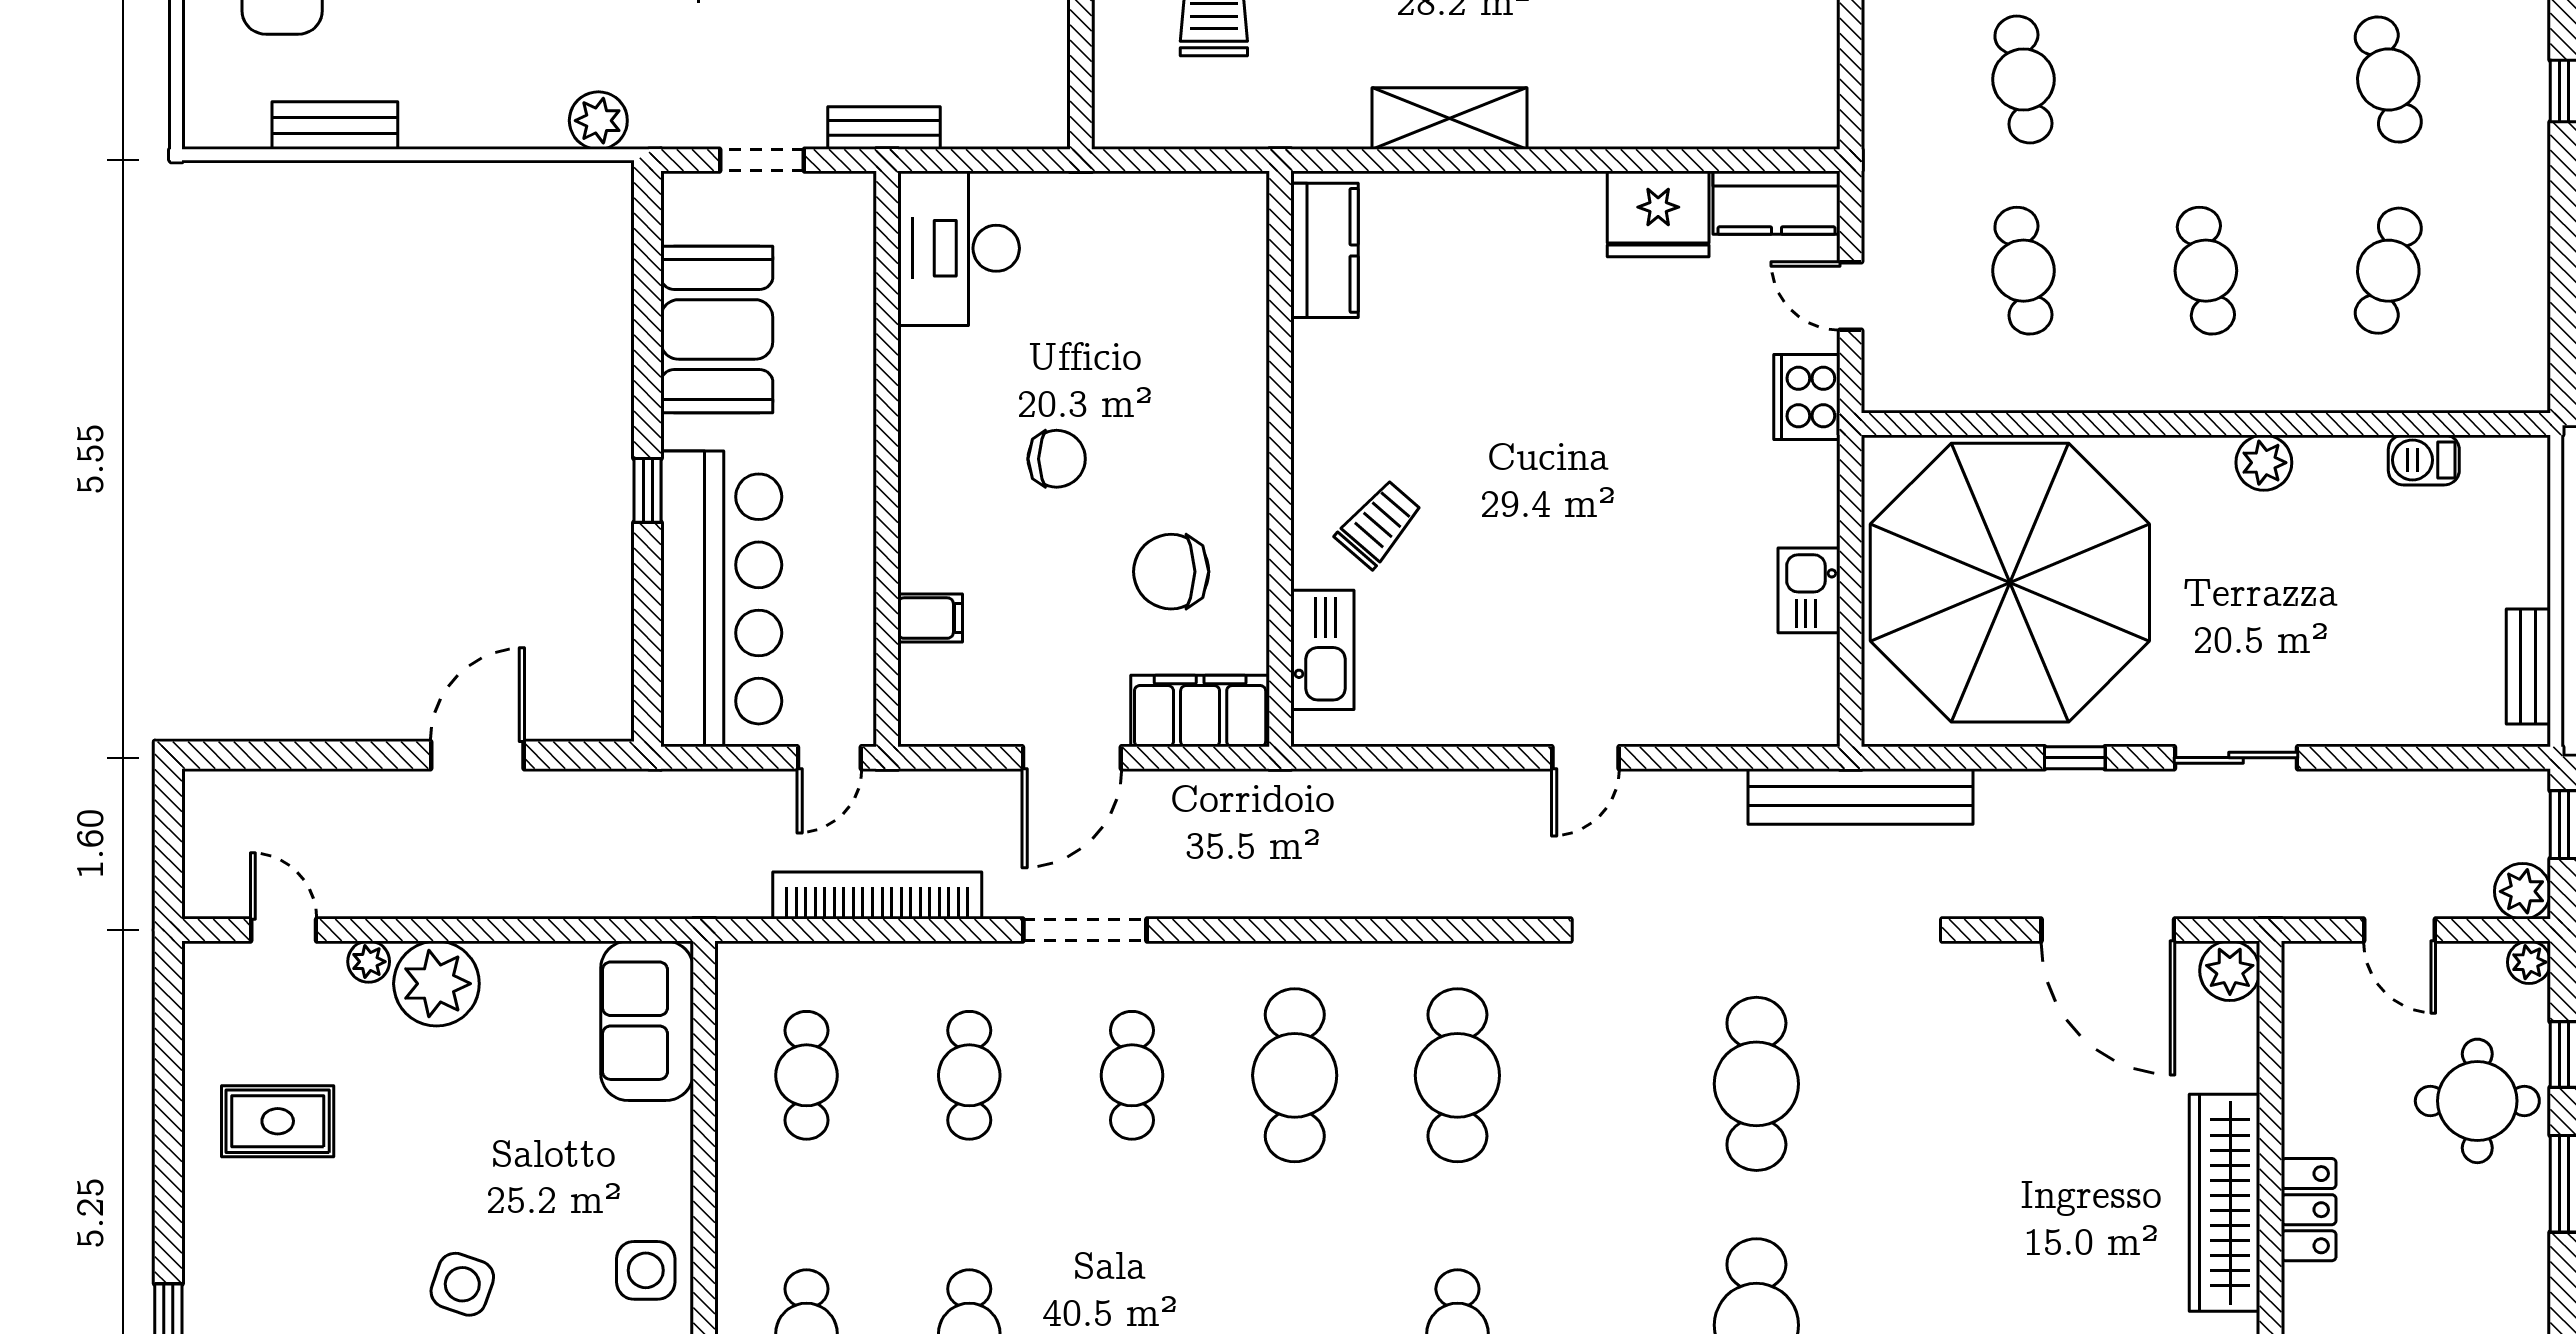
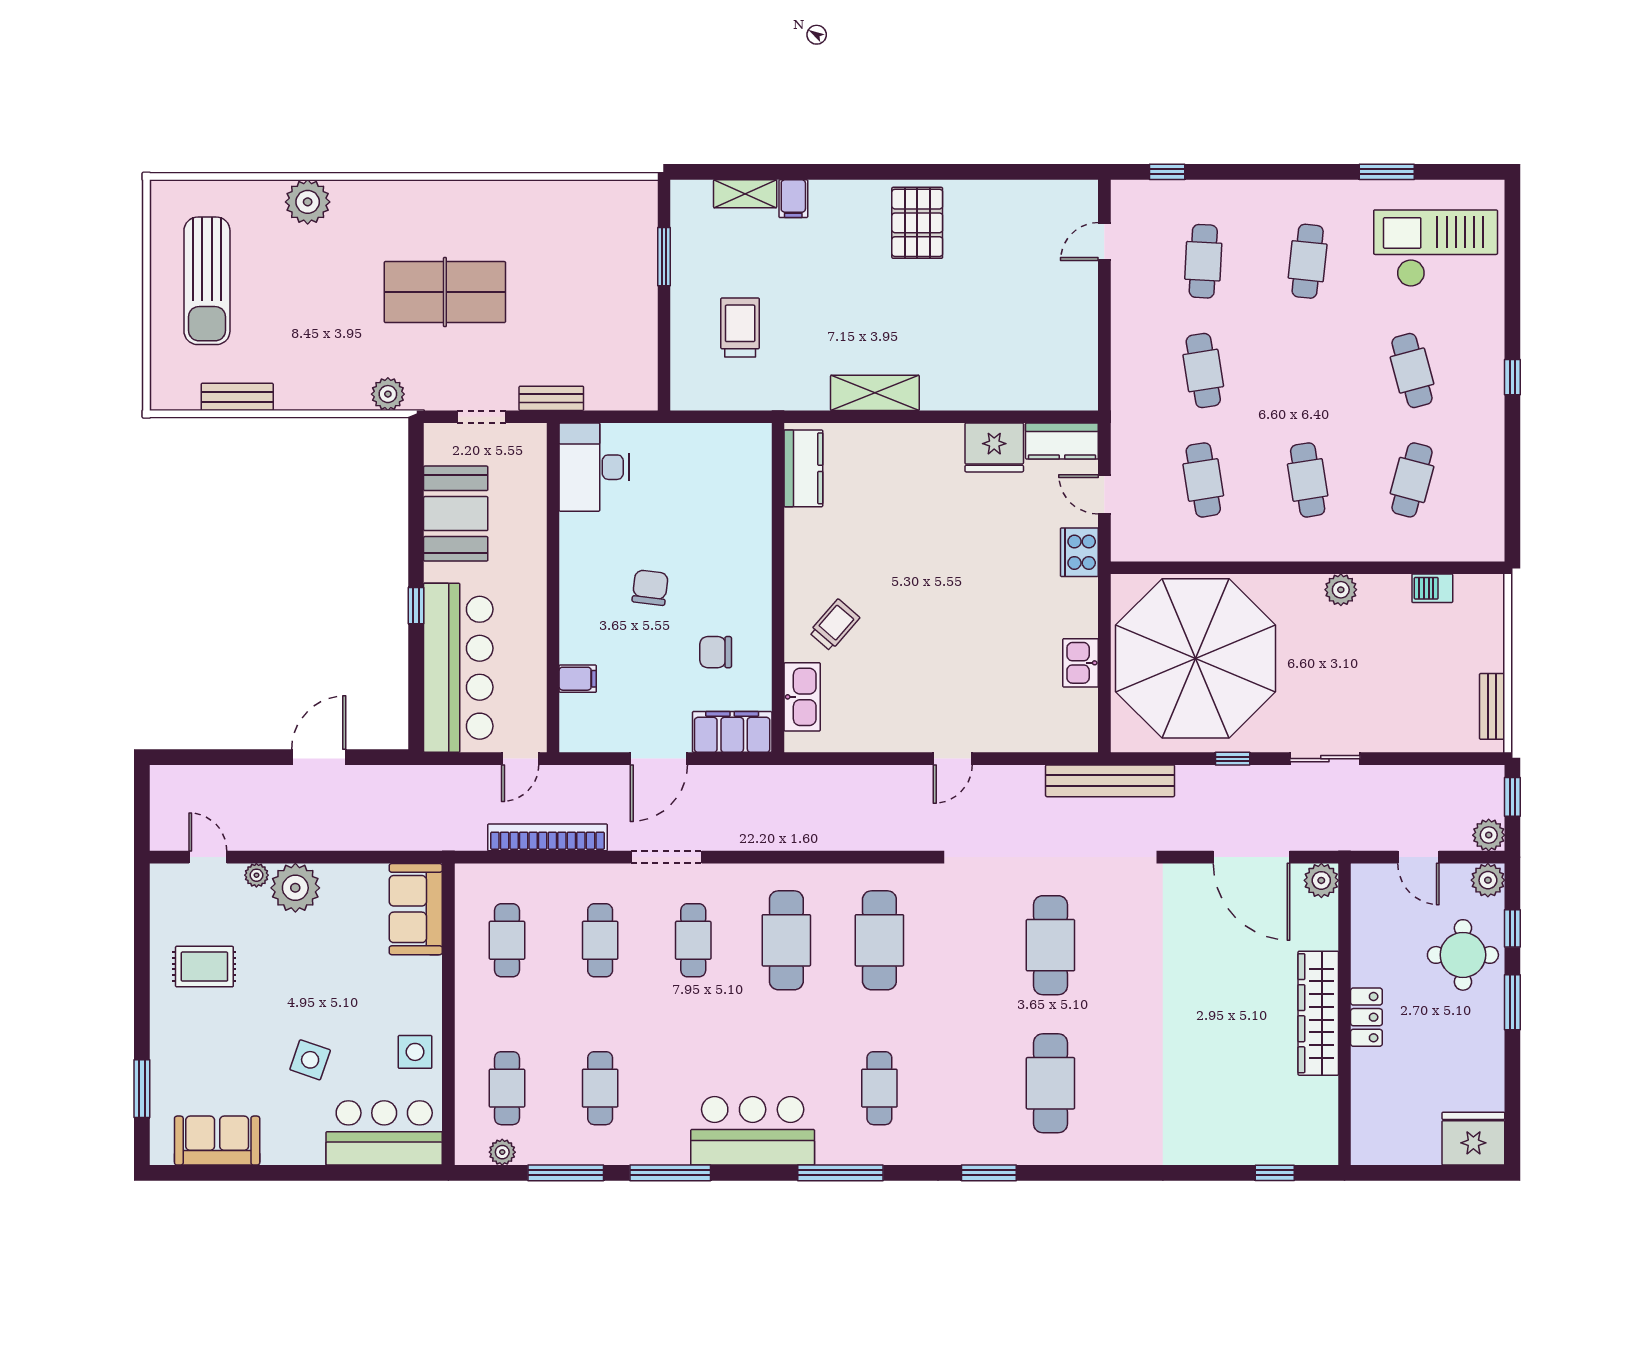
chair: (1057, 459) -> (650, 588), turned -83
chair: (1171, 572) -> (716, 652), width x0.73, depth x0.73
plant: (2529, 962) -> (1488, 880), width x1.38, depth x1.38

